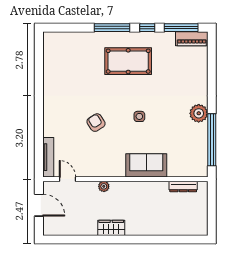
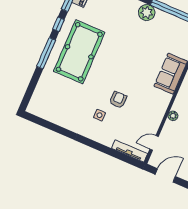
pool table: (128, 61) -> (79, 52), width x1.36, depth x1.32
side table: (139, 116) -> (99, 115), moved
armchair: (96, 123) -> (118, 100), turned 122

